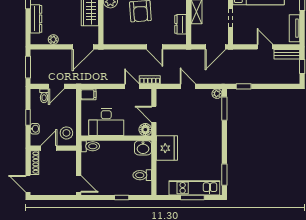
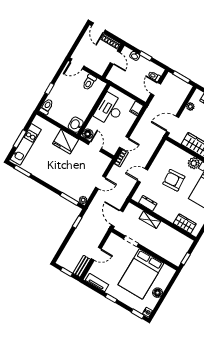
door: (83, 47) -> (173, 124), hinge flipped
door: (154, 114) -> (95, 147), hinge flipped
stool: (66, 133) -> (118, 77), removed
toilet: (90, 146) -> (89, 82), moved
toilet: (142, 175) -> (46, 107), moved
door: (28, 184) -> (98, 28), swing flipped

